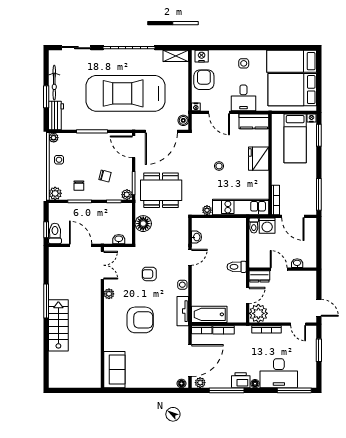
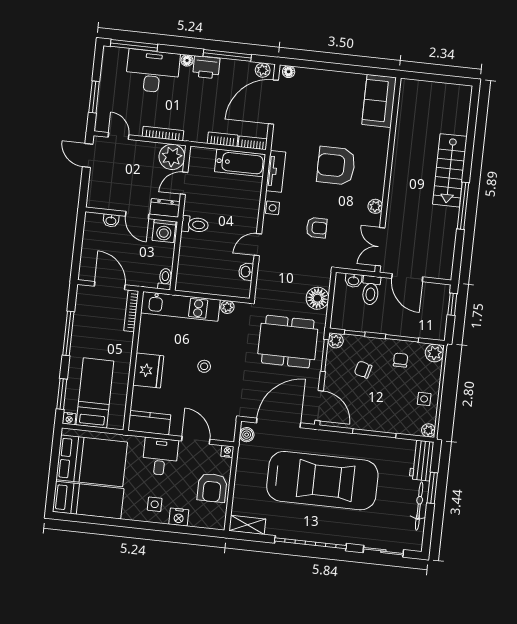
nightstand: (202, 56) -> (179, 517), moved
window: (319, 194) -> (68, 333), moved
washing machine: (267, 226) -> (164, 231), moved, turned 180
toilet: (55, 233) -> (371, 290), moved

